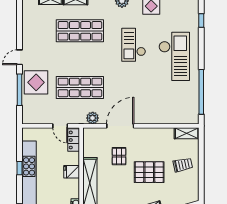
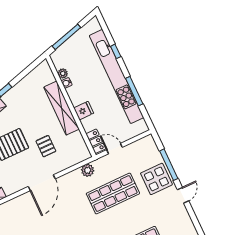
door: (120, 126) -> (42, 183), moved
window: (20, 168) -> (134, 91), width x2.17

